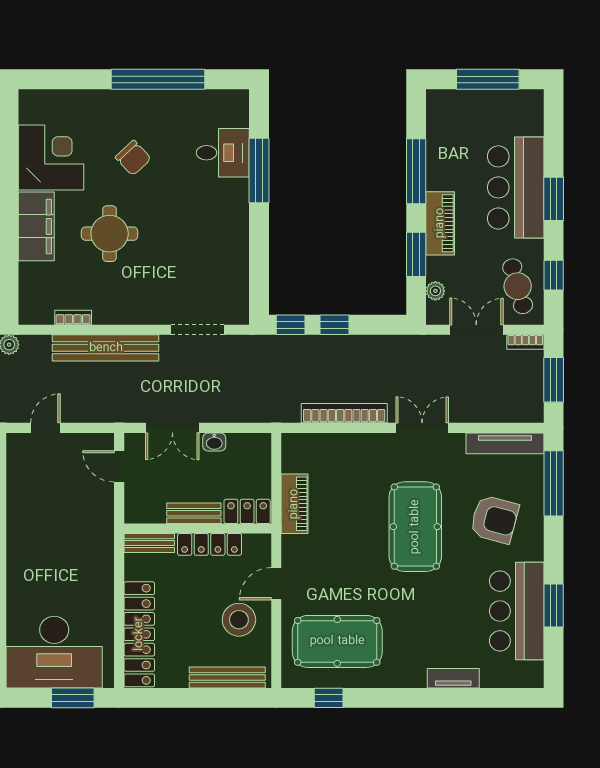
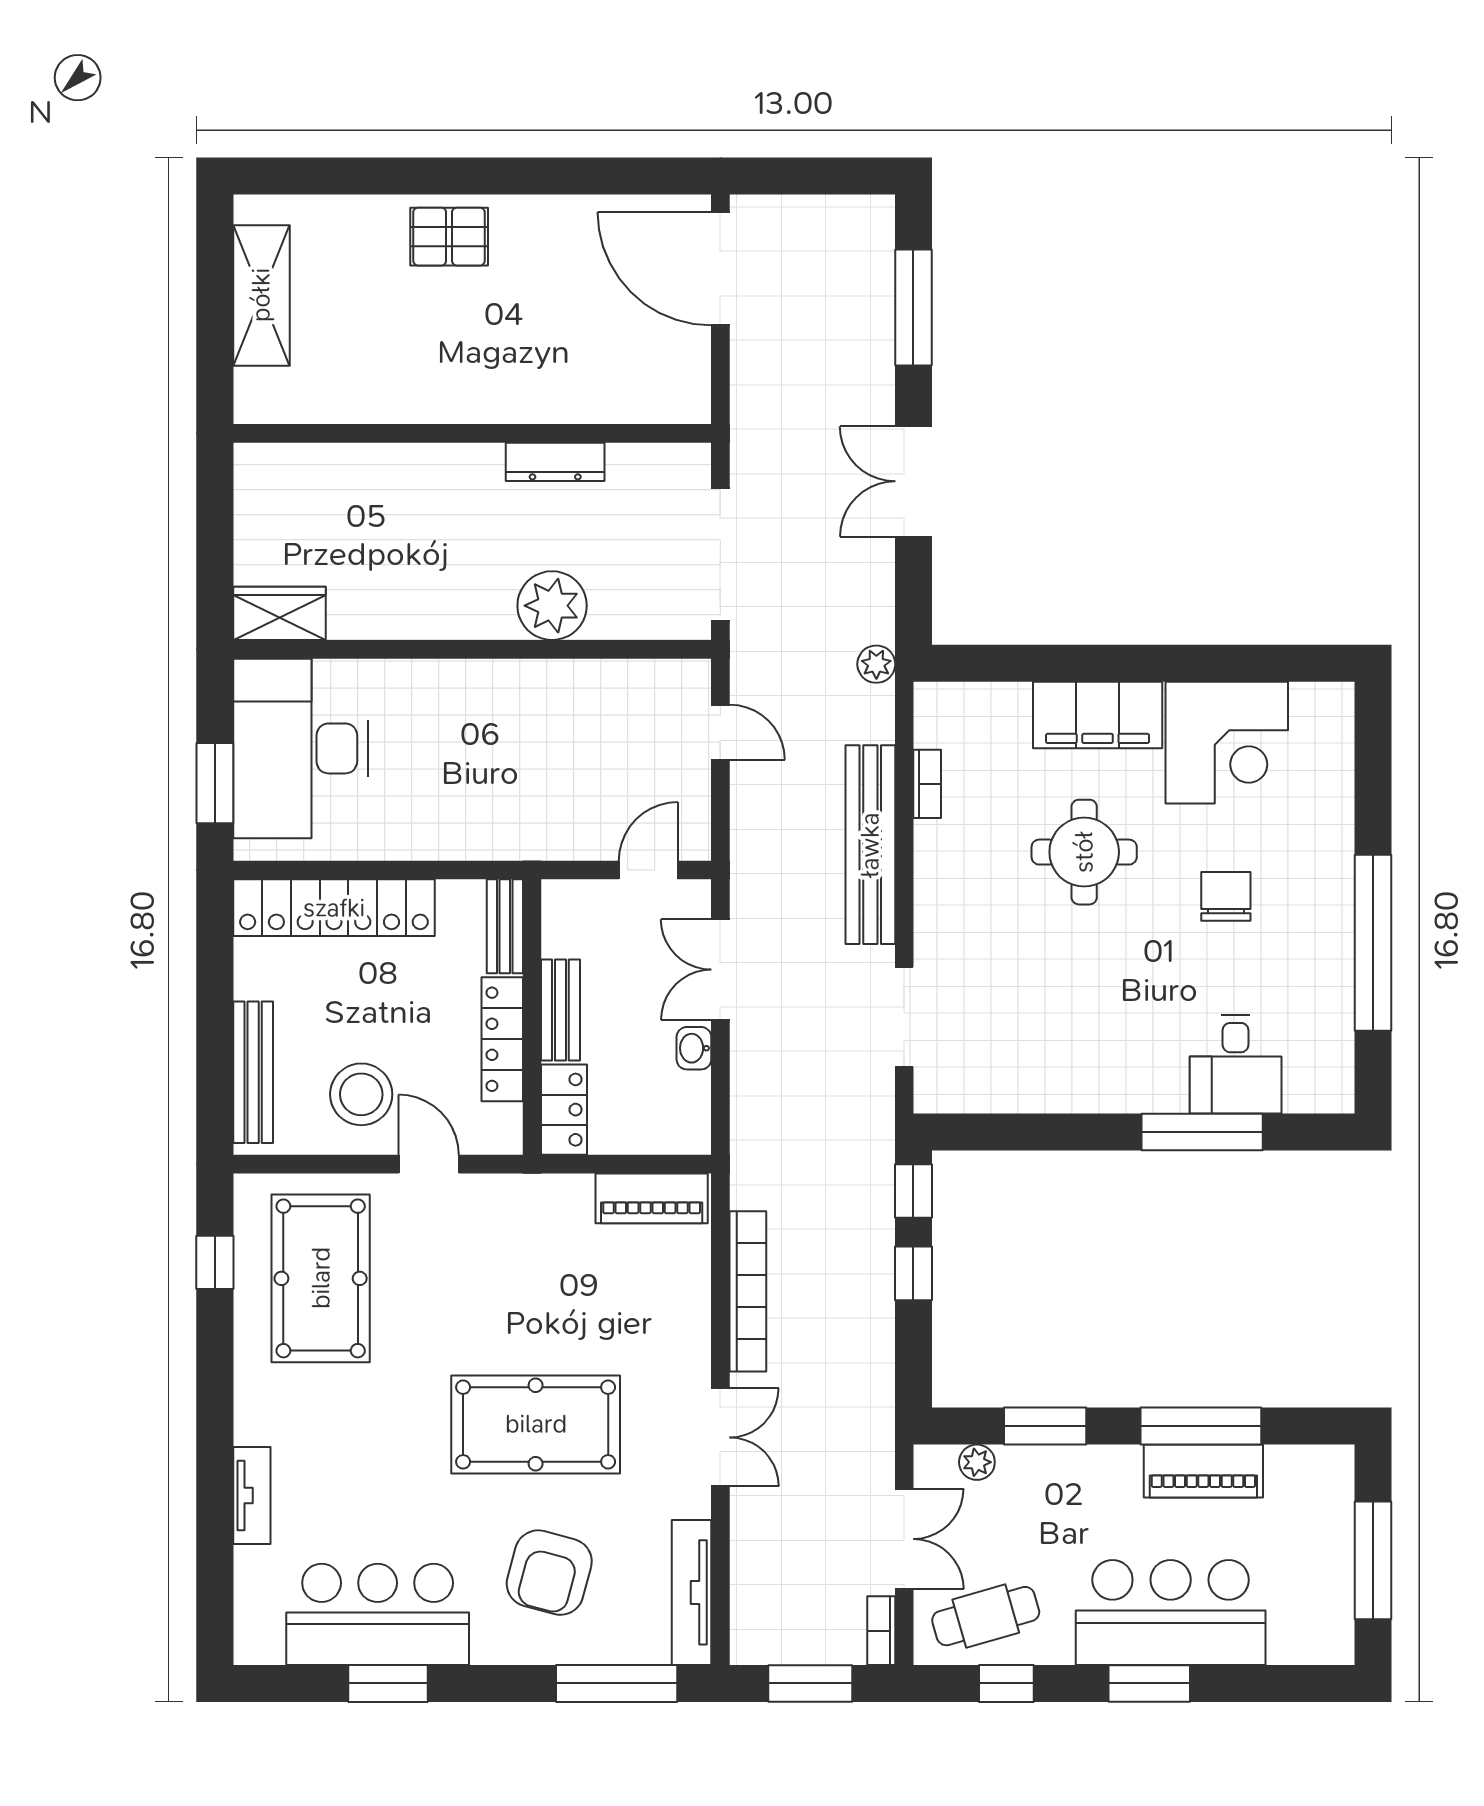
chair: (133, 158) -> (1226, 896), turned 133
piano: (440, 223) -> (1203, 1471), moved
piano: (294, 504) -> (652, 1198), moved

